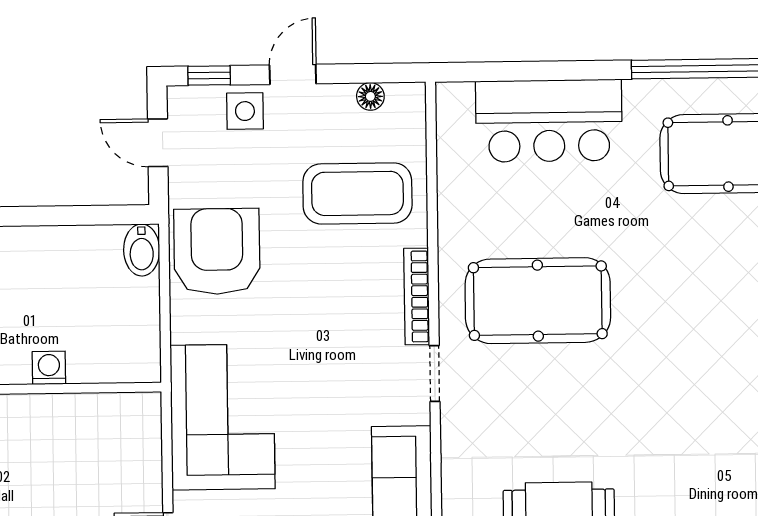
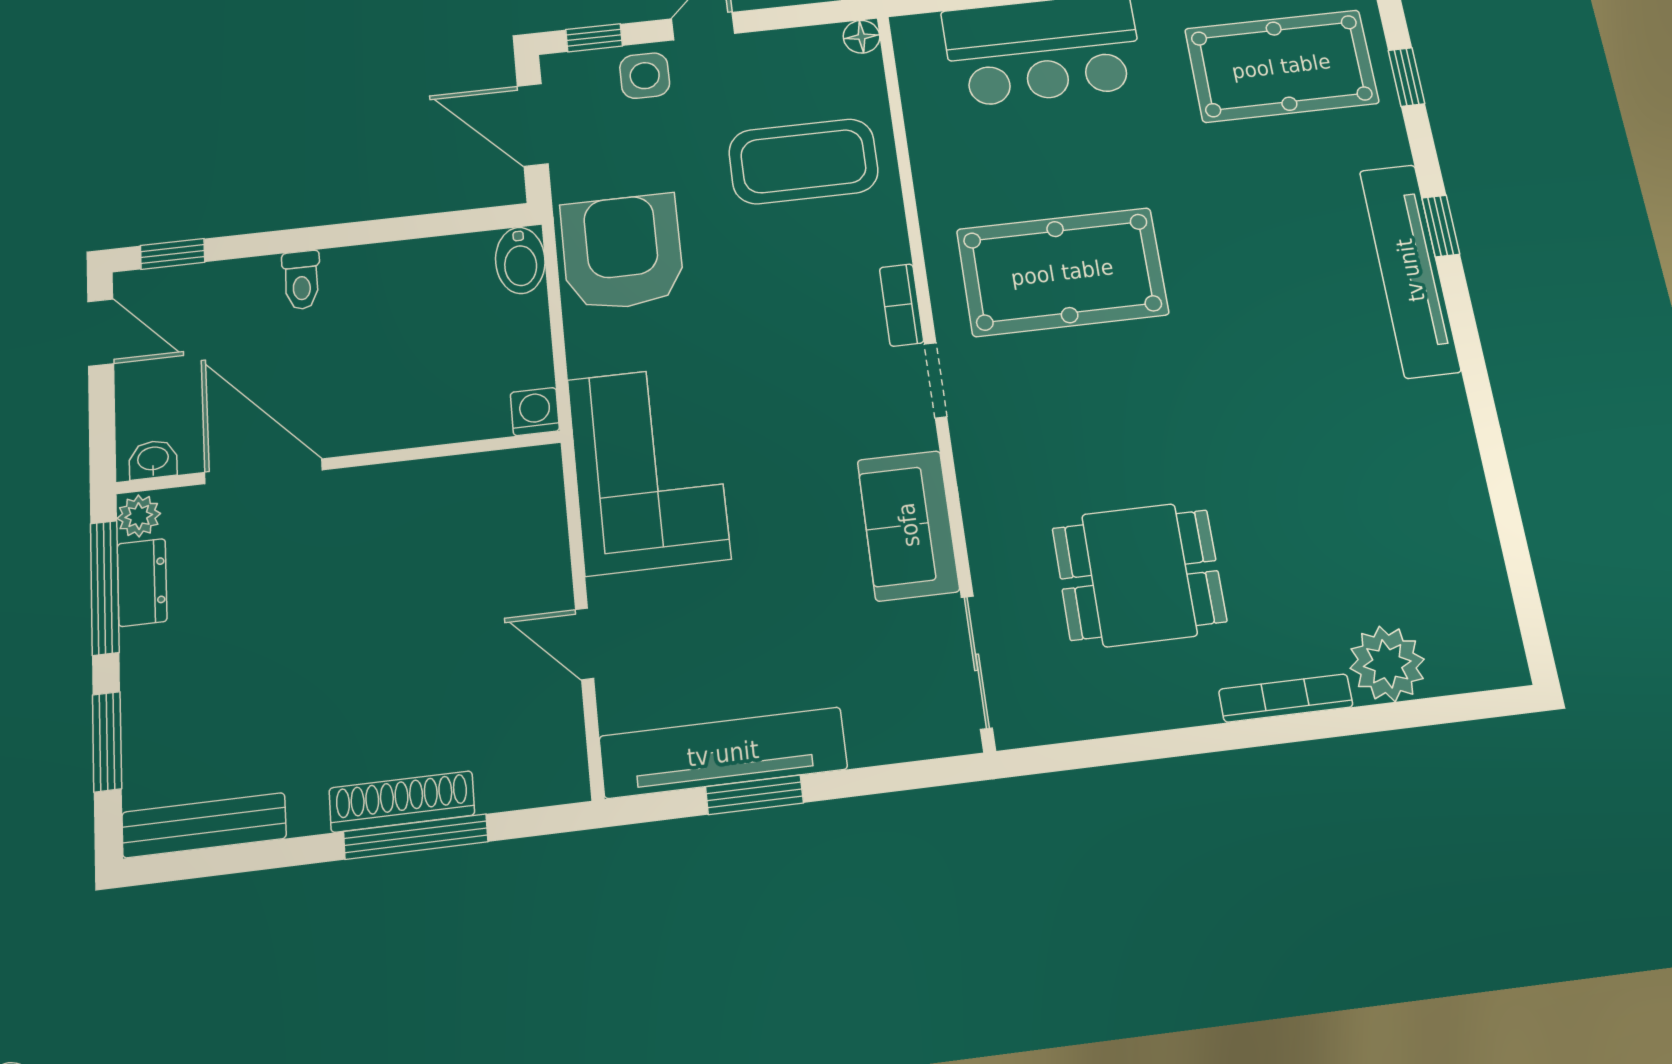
floor lamp: (370, 96) -> (861, 37), moved
door: (158, 143) -> (533, 125), width x1.38
bookcase: (417, 296) -> (902, 305), width x0.64
washing machine: (49, 368) -> (535, 412), moved

